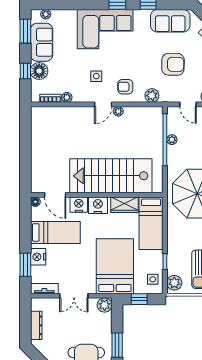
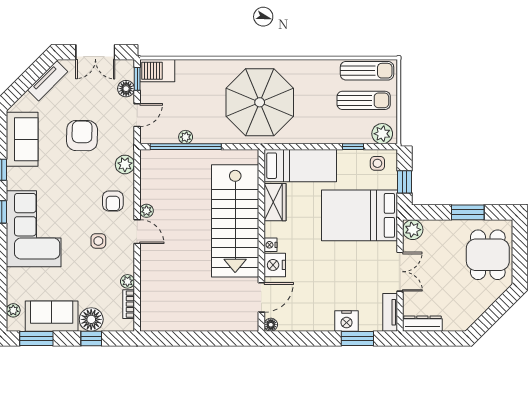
nightstand: (98, 205) -> (271, 245), width x0.53, depth x0.56
bed: (55, 232) -> (313, 297), removed
dresser: (36, 325) -> (422, 324), moved

